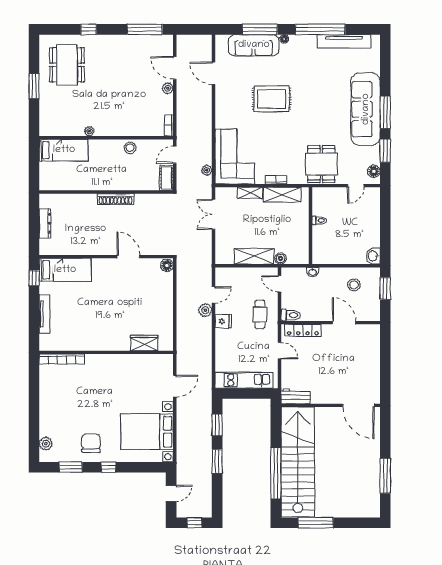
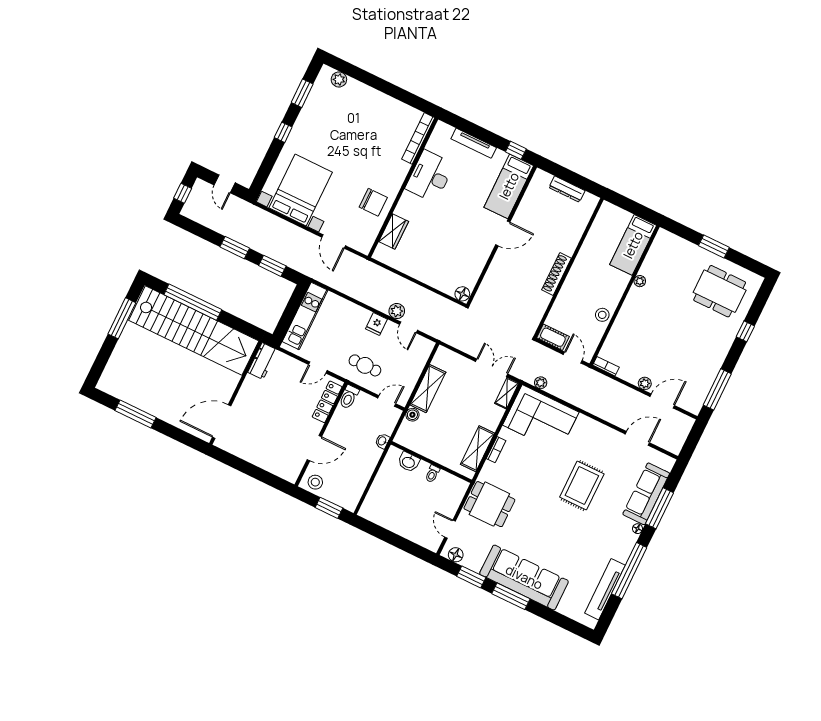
shelving: (250, 193) -> (507, 393), moved
washbasin: (373, 256) -> (409, 462), moved, turned 180
door: (128, 257) -> (503, 233), moved
stool: (354, 285) -> (315, 482), moved
desk: (87, 336) -> (430, 176), added
chair: (91, 443) -> (373, 202), moved

